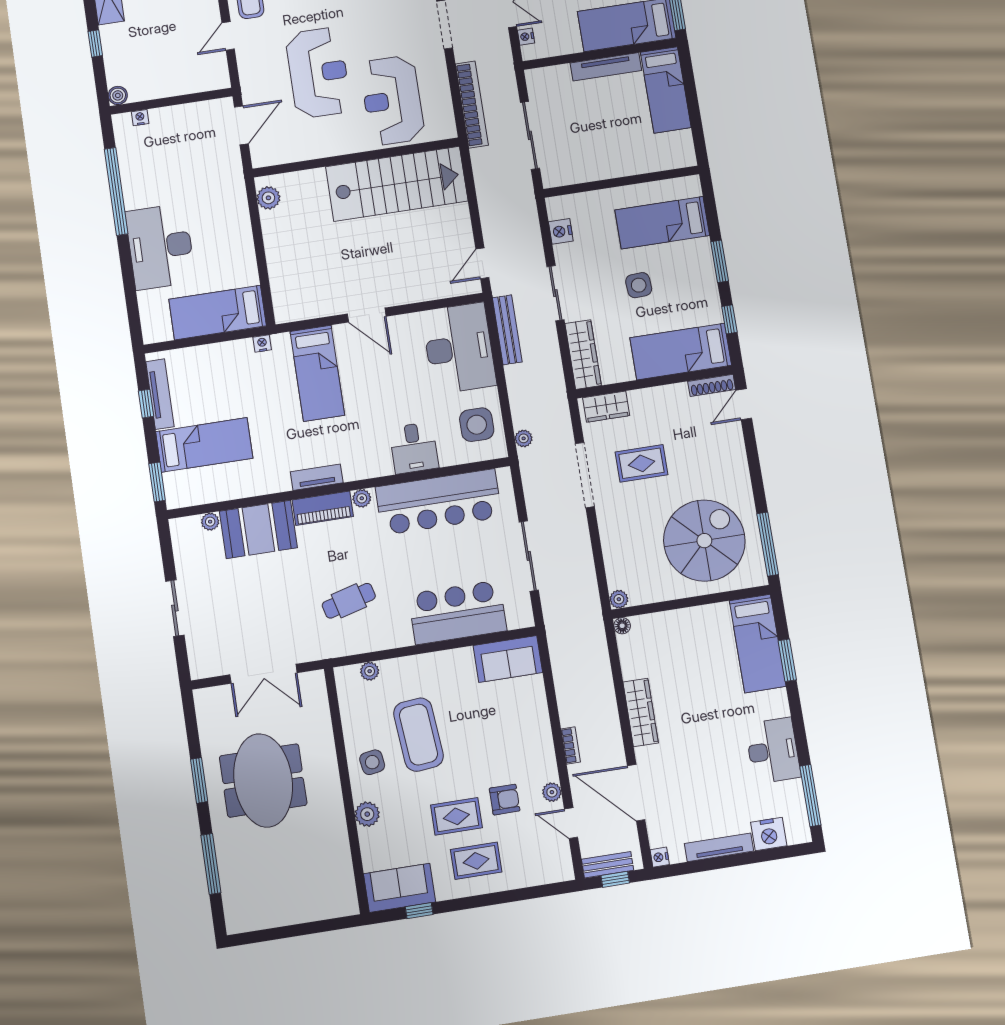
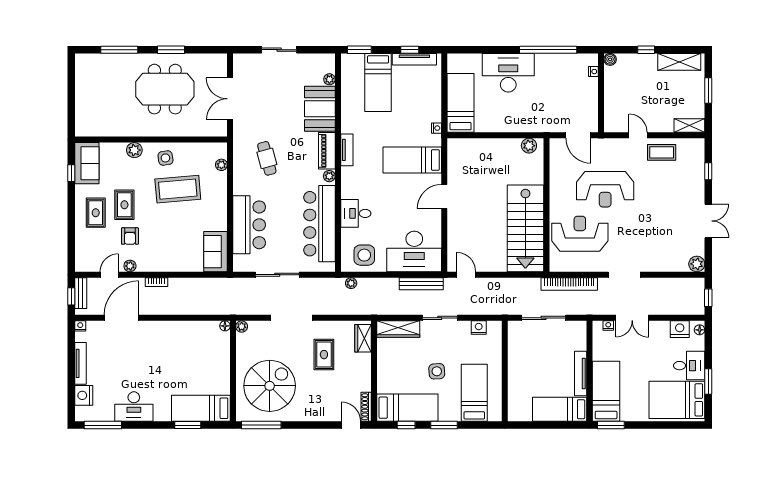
bed: (681, 351) -> (407, 408), moved, turned 90
doorway: (585, 475) -> (292, 318), moved
spiral stairs: (704, 541) -> (270, 386), turned -90
wardrobe: (641, 712) -> (170, 329), removed

